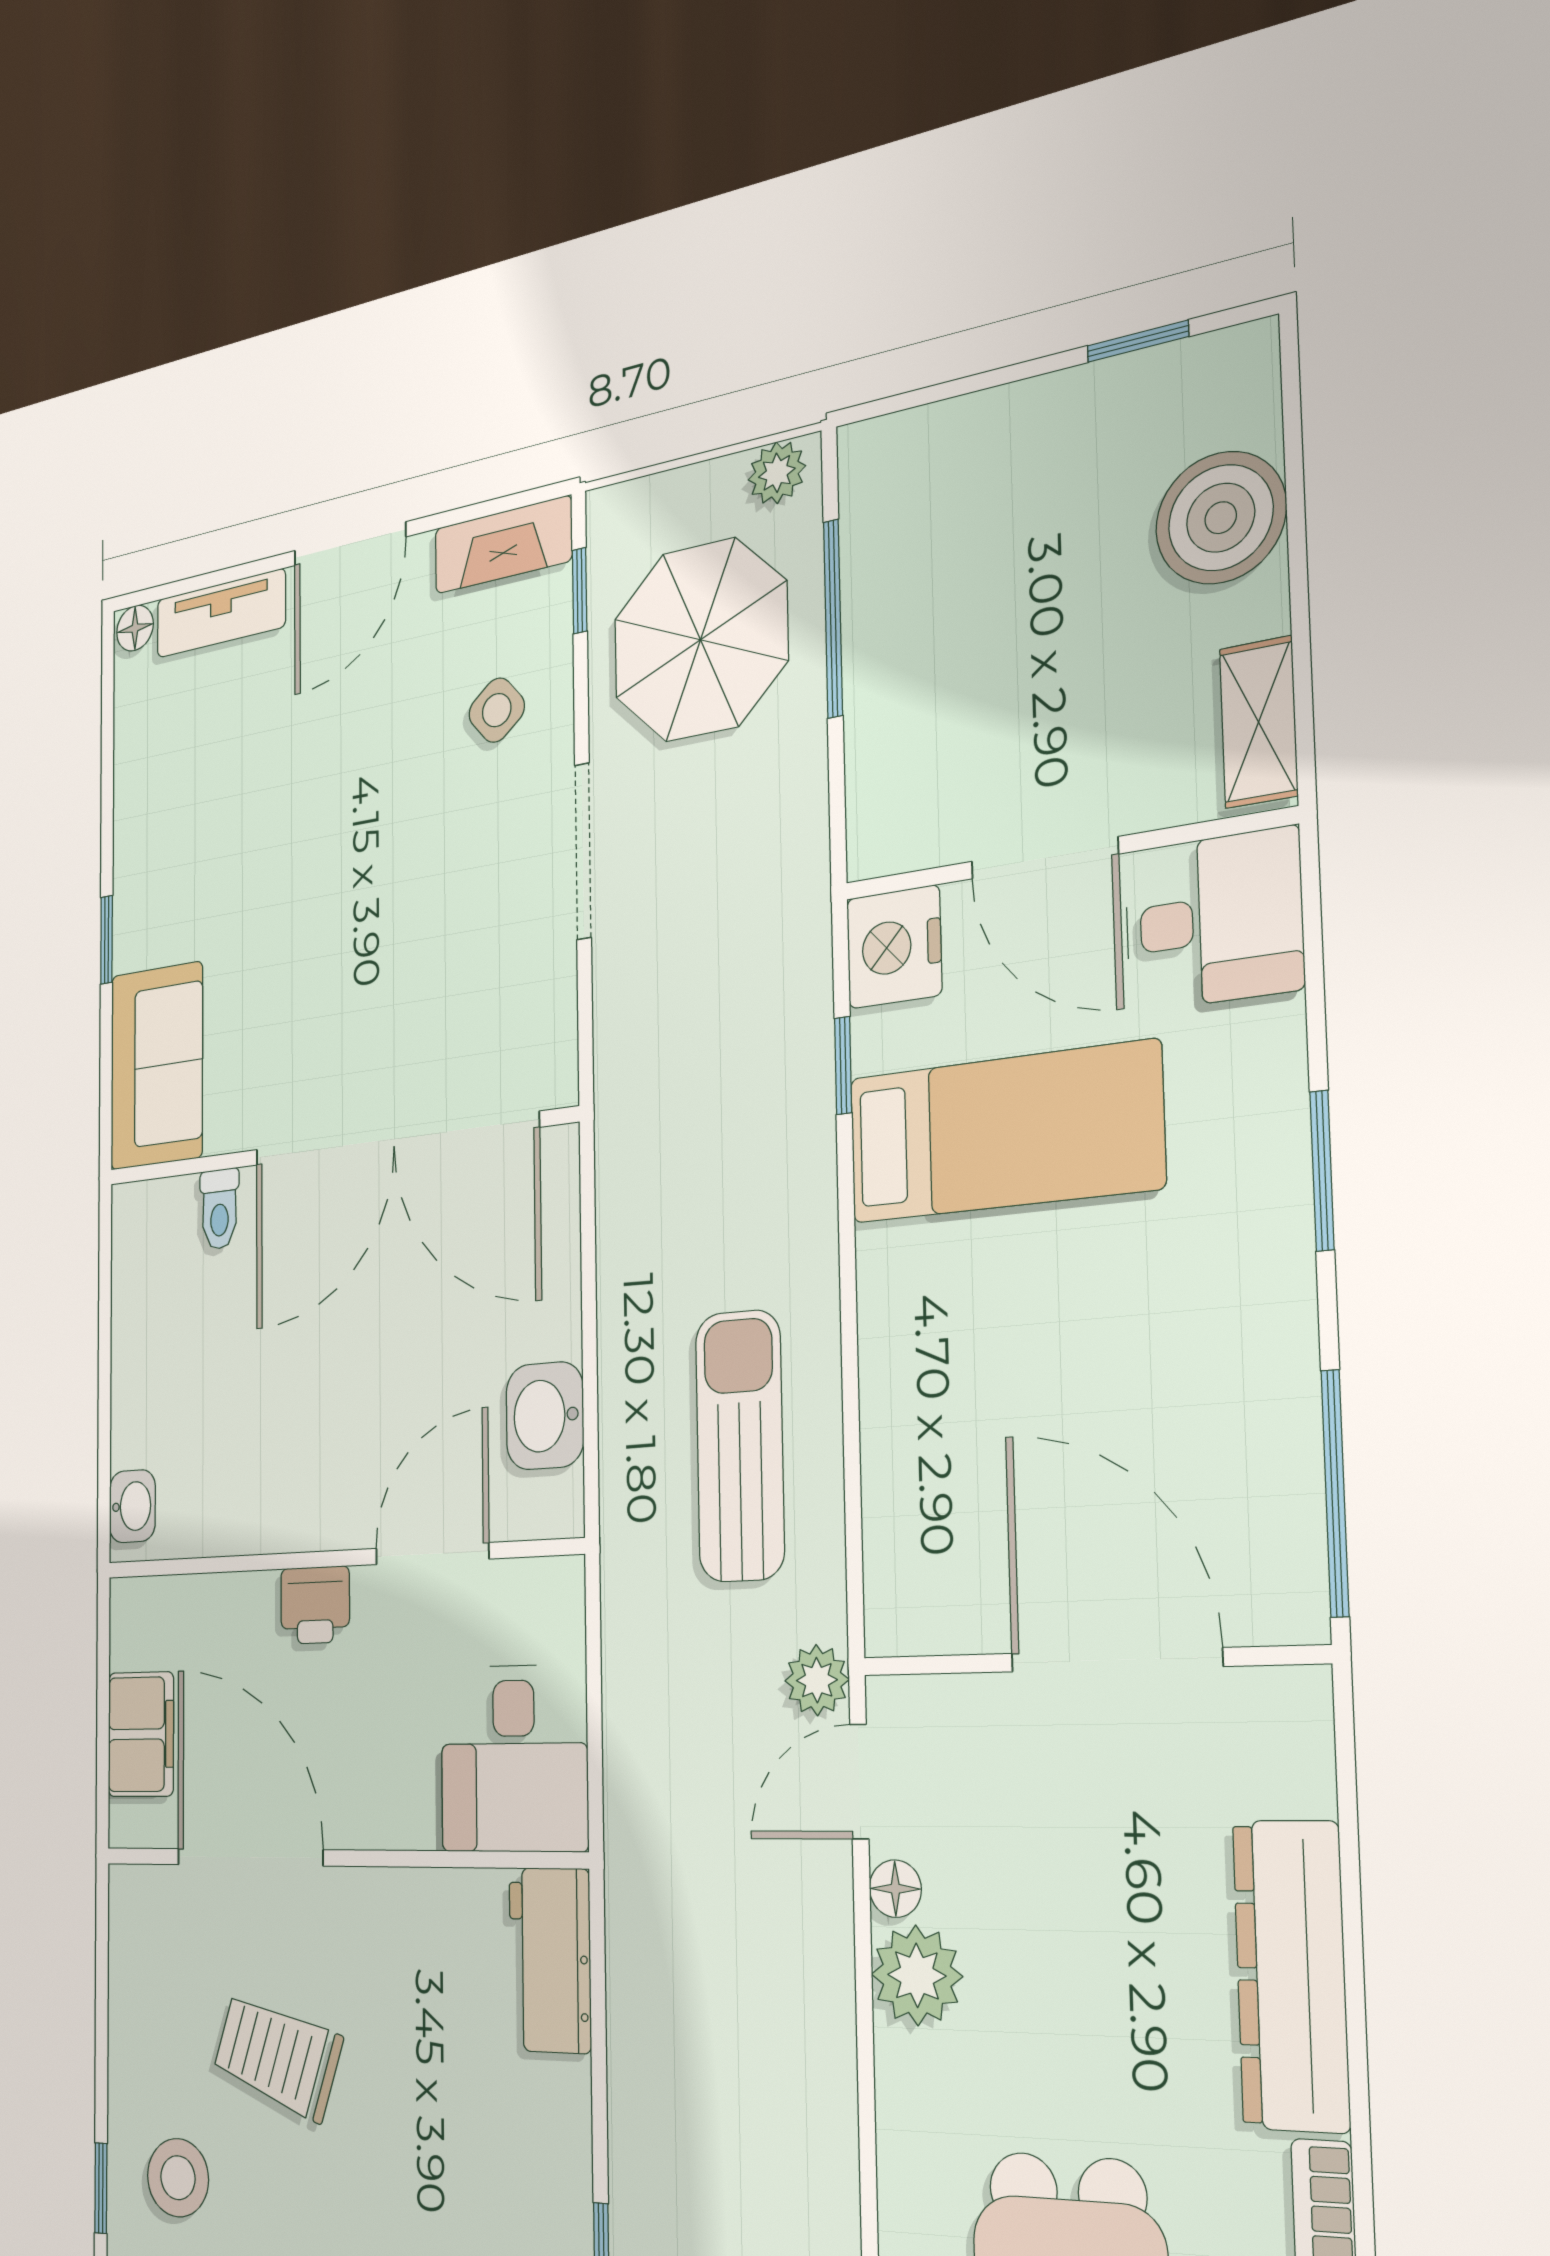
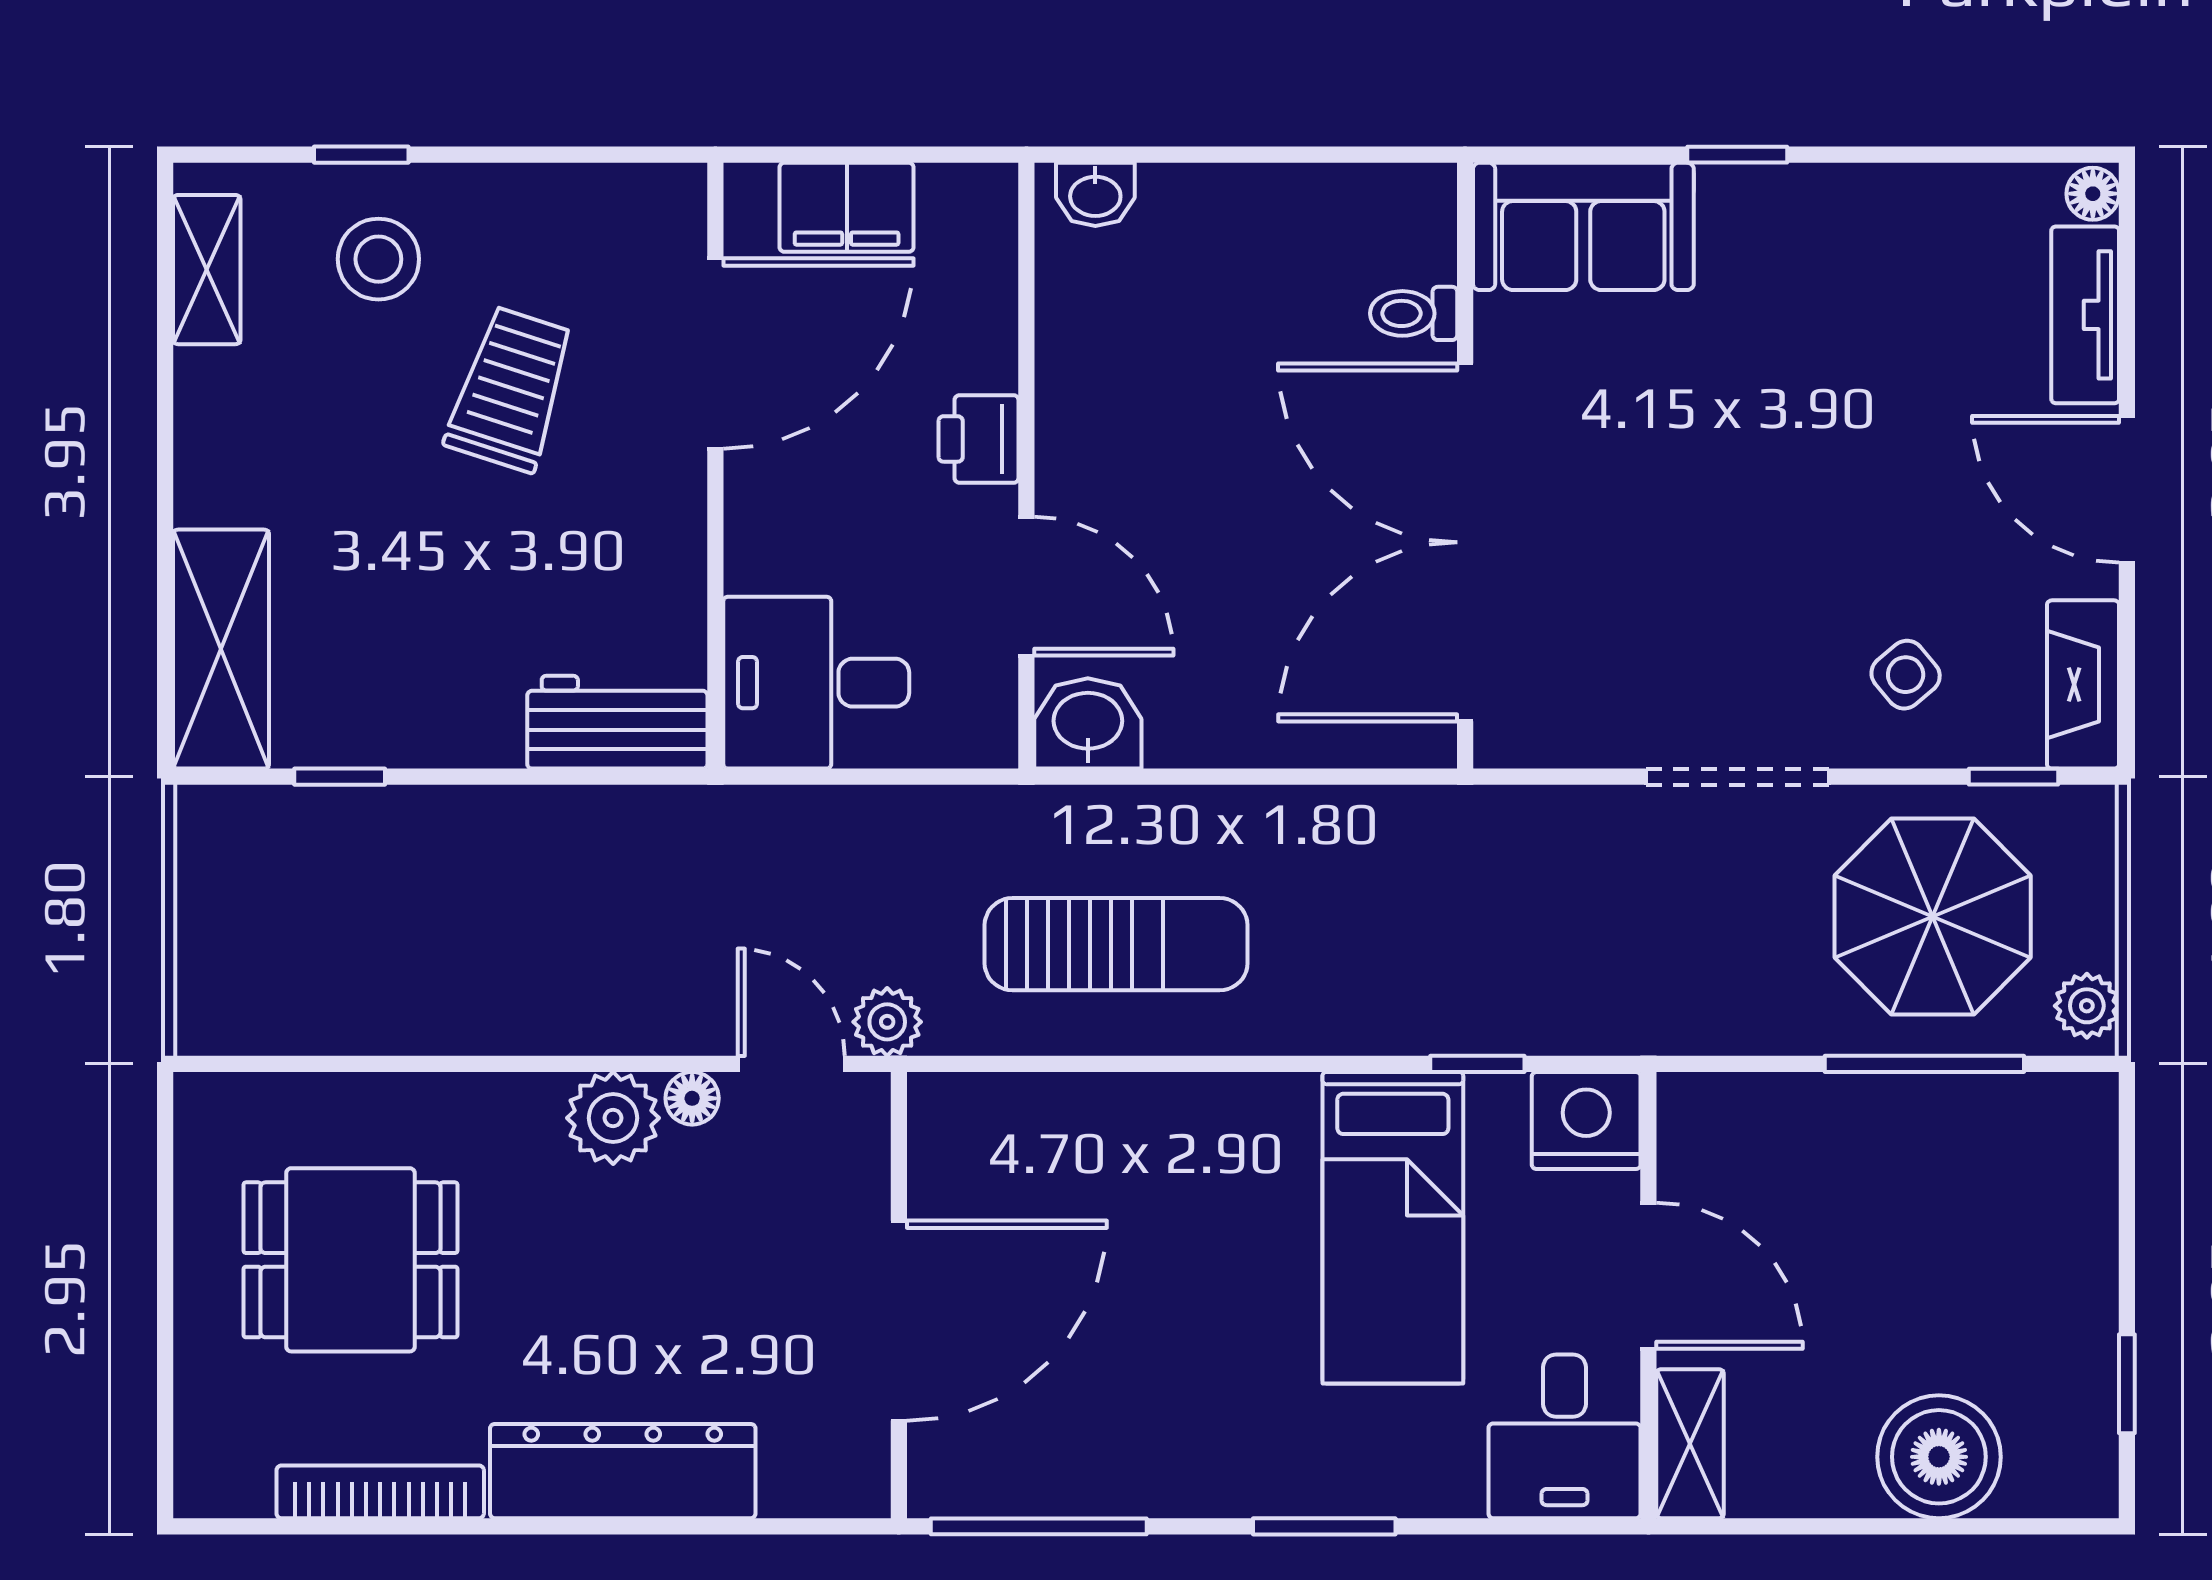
shelving: (1259, 722) -> (1690, 1444), moved, turned 90
door: (1044, 858) -> (1648, 1276), swing flipped
washbasin: (545, 1416) -> (1088, 723), moved

